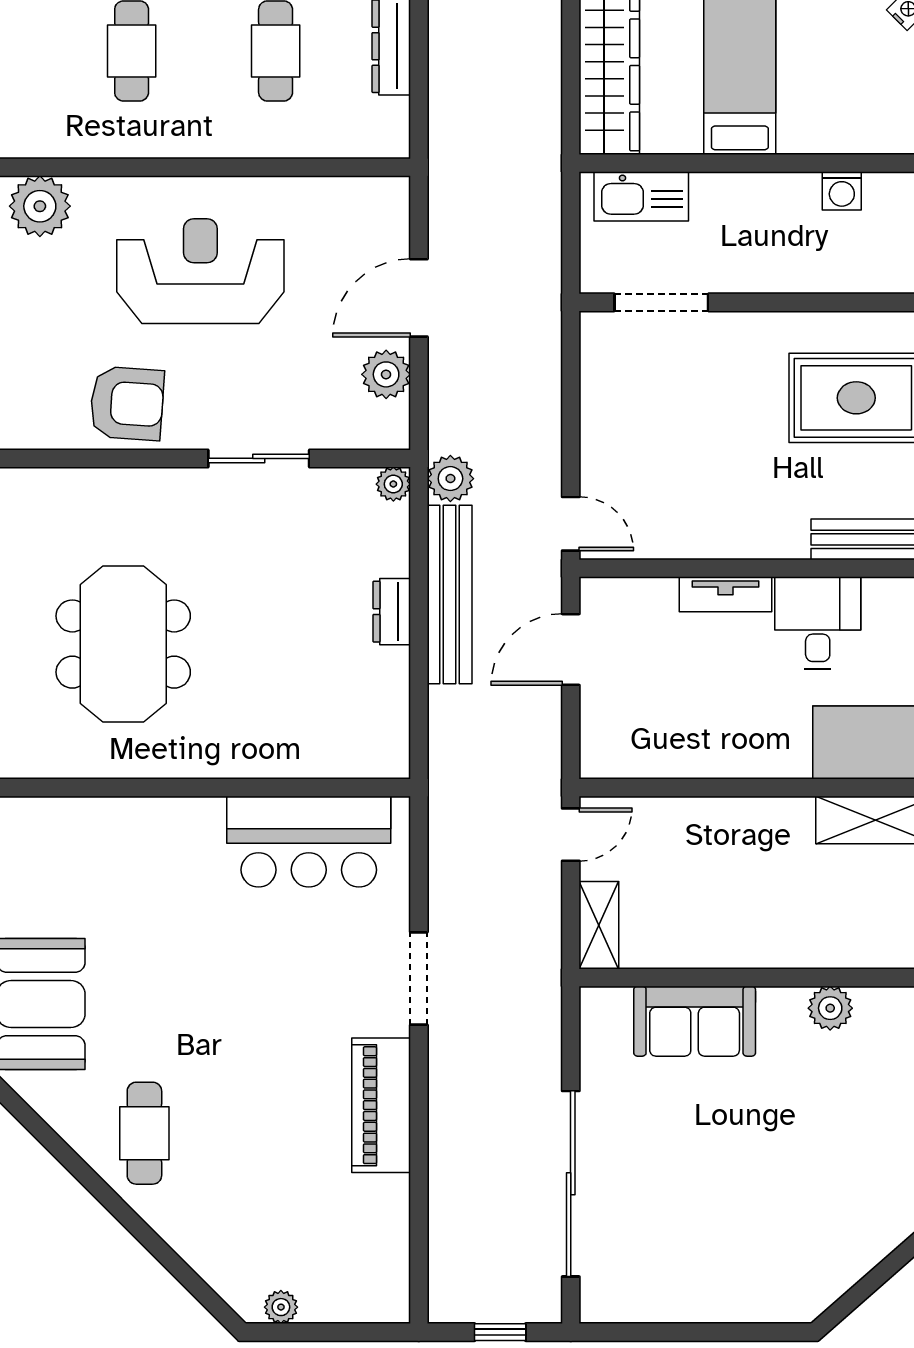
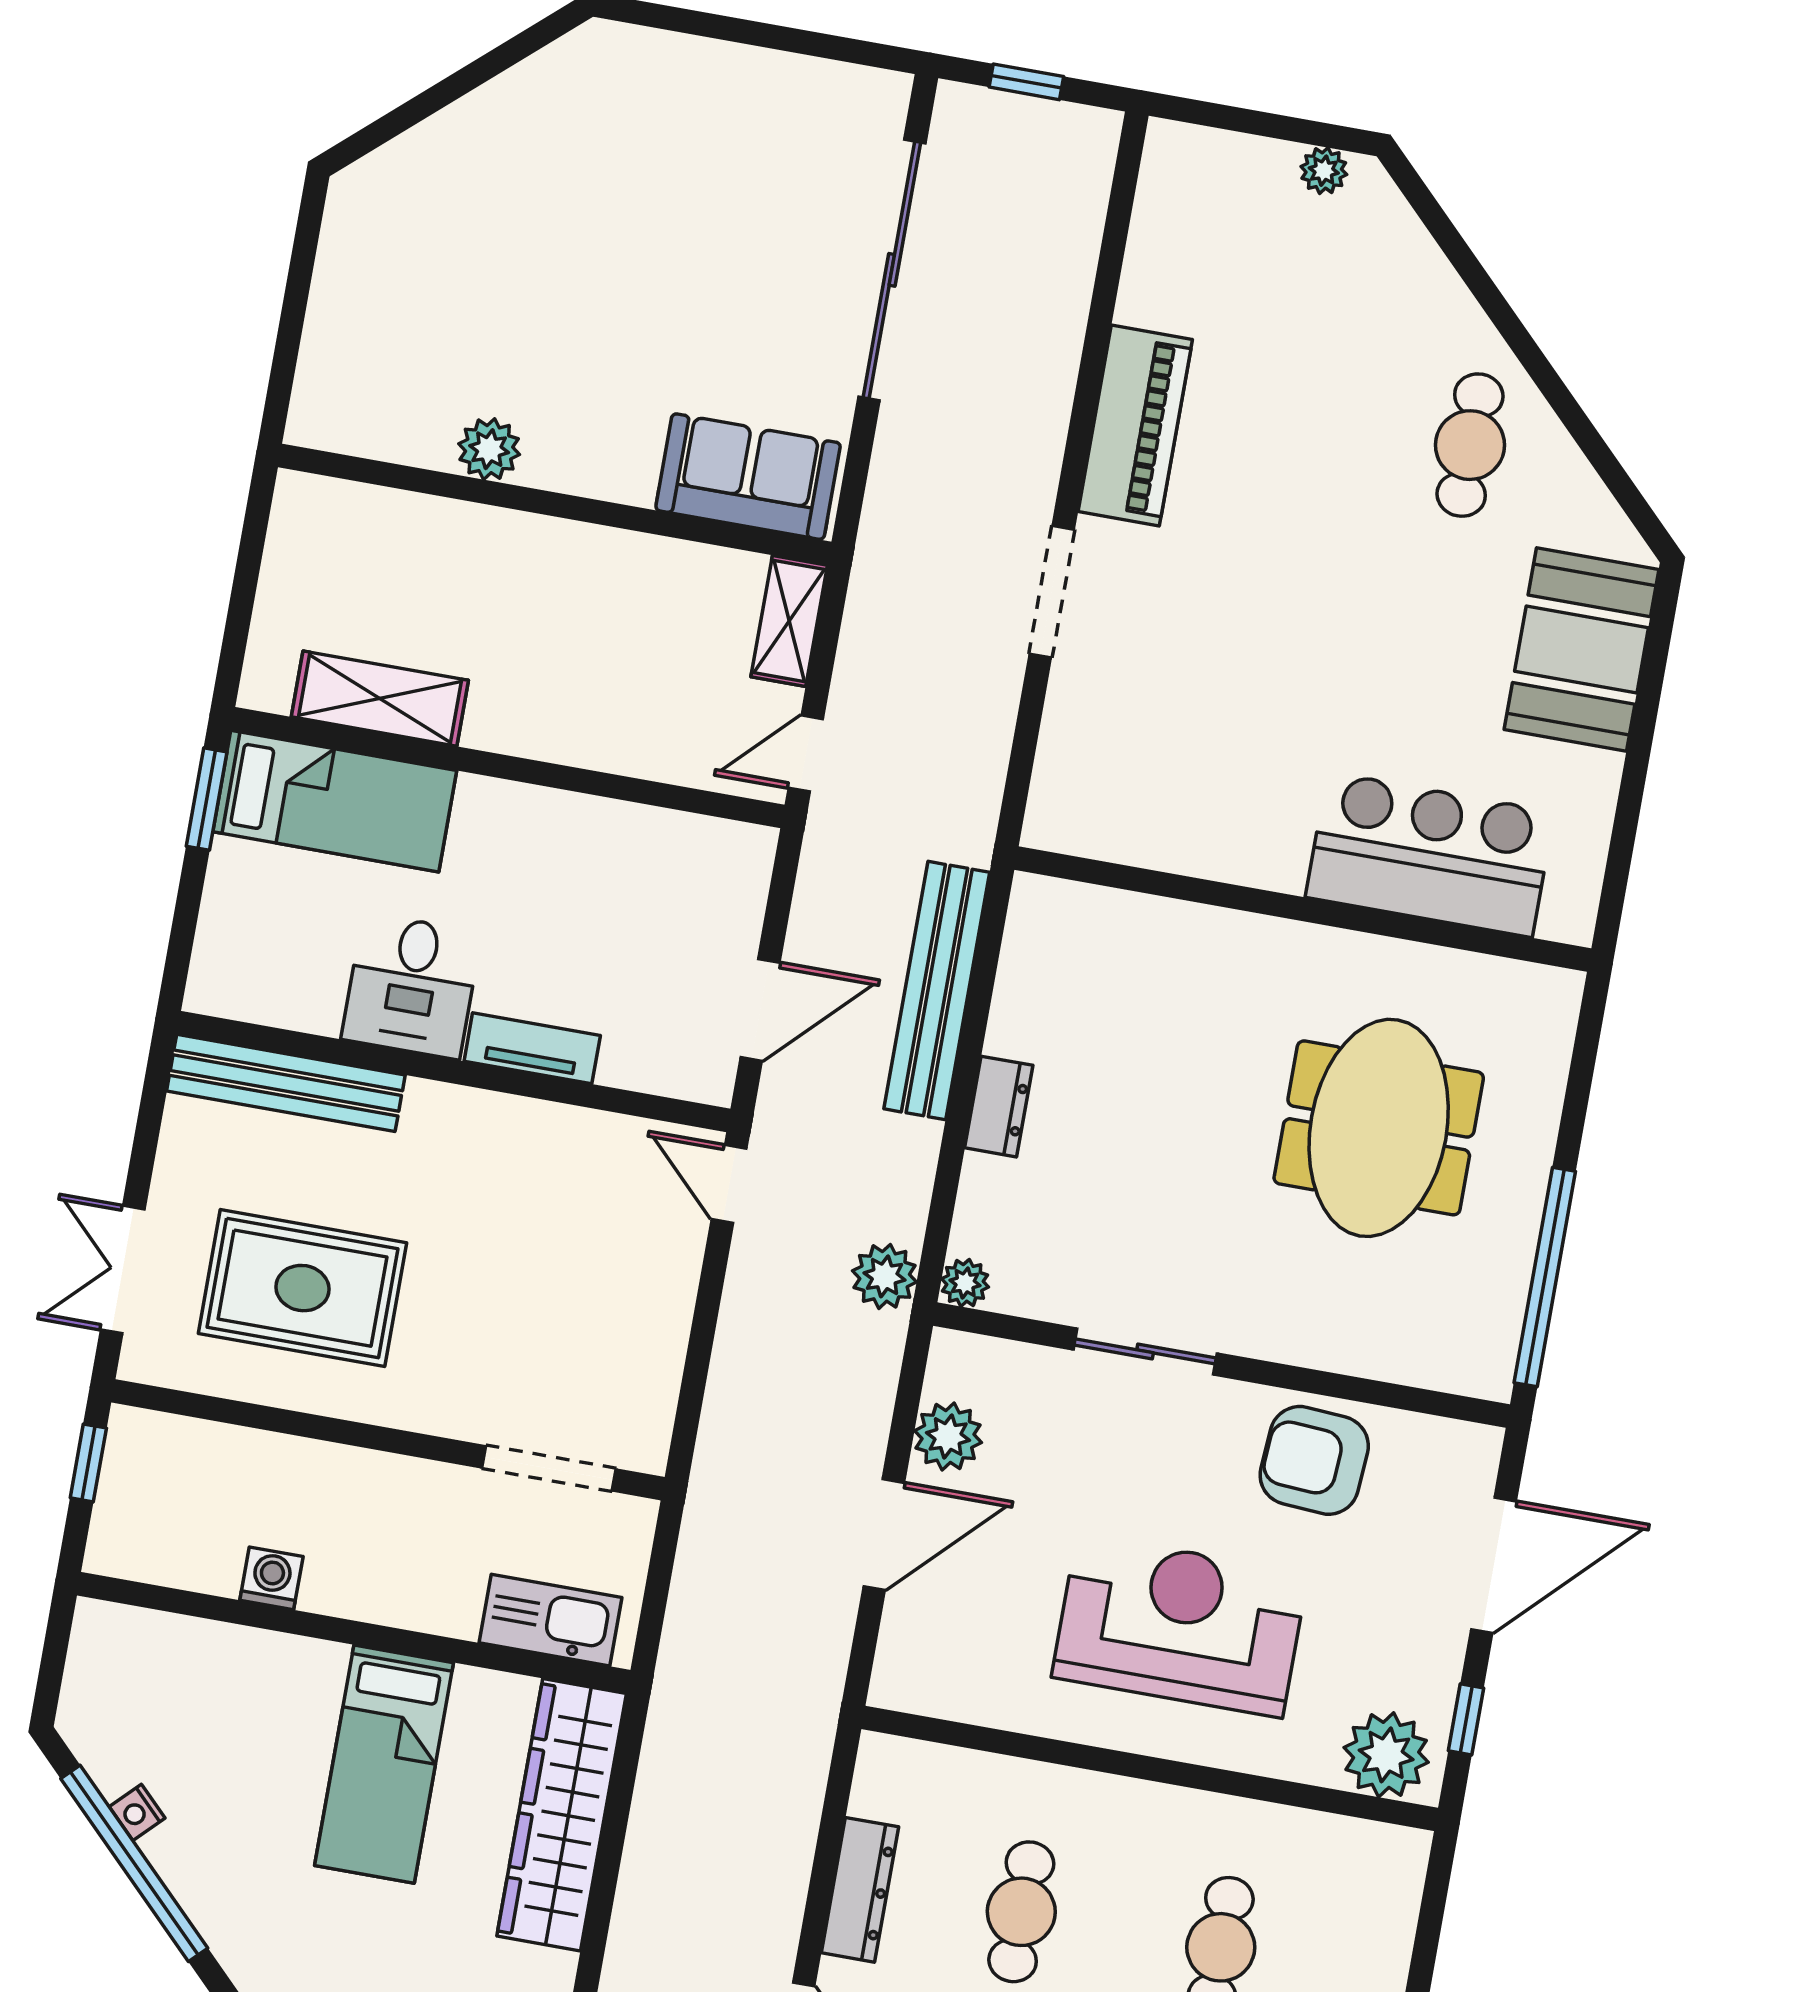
reception desk: (200, 271) -> (1180, 1625), turned 180
bench: (450, 595) -> (937, 991), moved
bar counter: (309, 842) -> (1430, 855), moved
sofa: (695, 1021) -> (748, 477), moved

